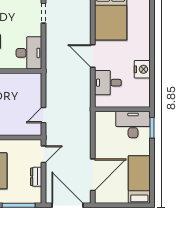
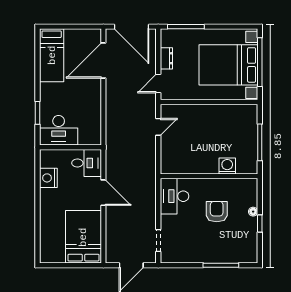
wall: (122, 109) -> (70, 147), moved
desk: (133, 124) -> (59, 130), moved

